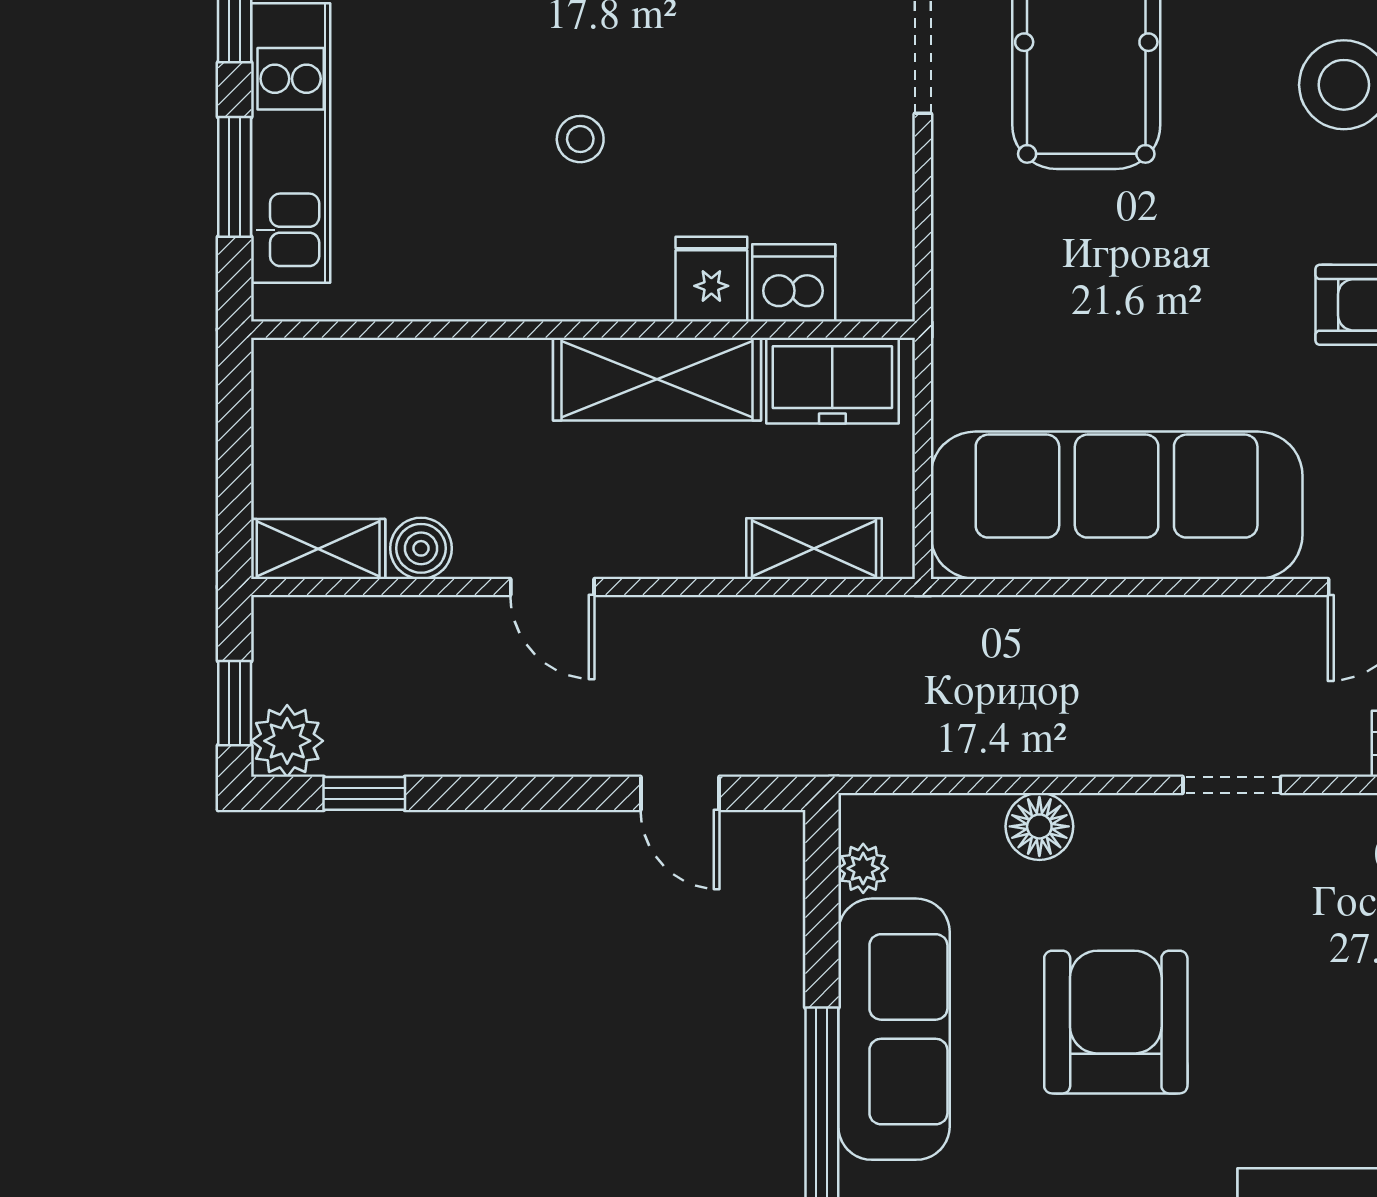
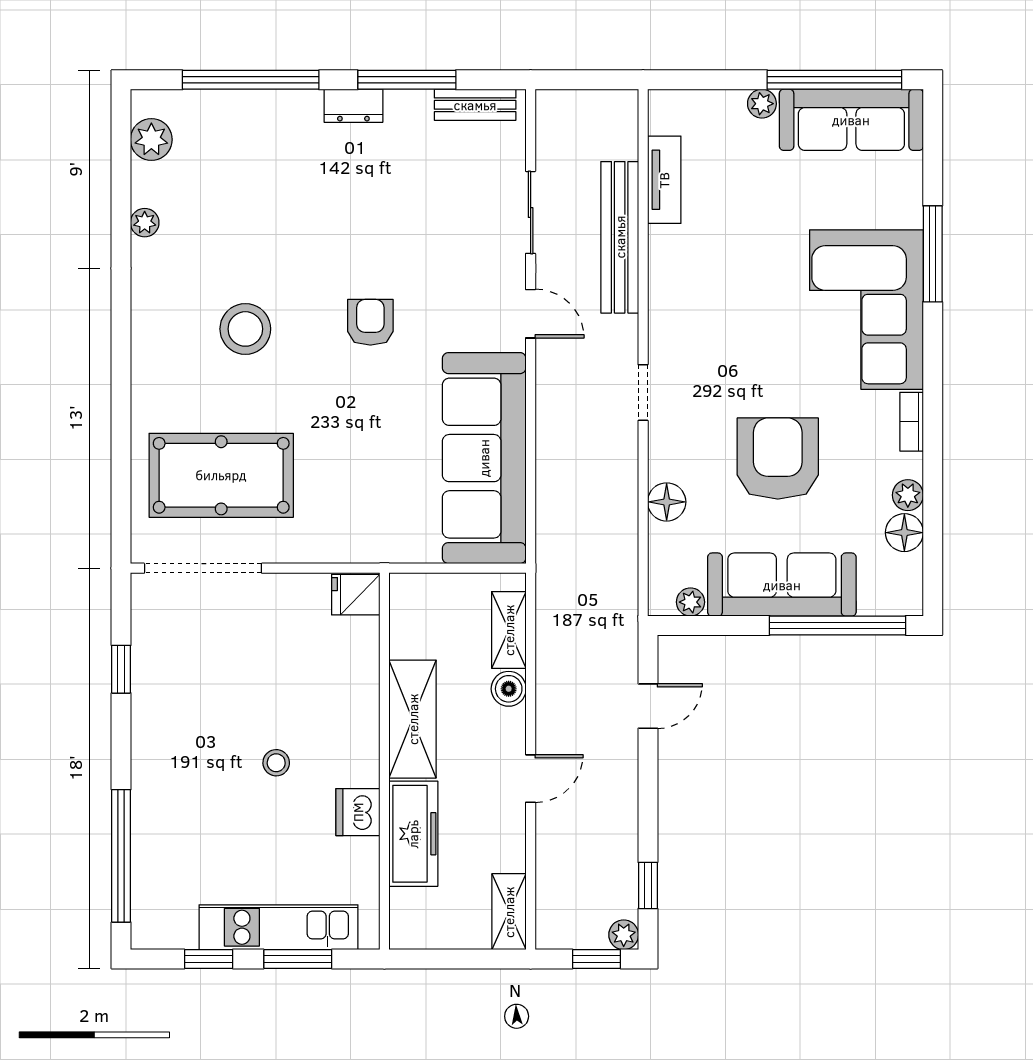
fridge: (711, 279) -> (356, 595), moved
dishwasher: (794, 283) -> (358, 812), moved
freezer: (832, 381) -> (413, 834), moved, width x1.40
boiler: (421, 548) -> (509, 689), moved
plant: (287, 741) -> (624, 935), width x0.73, depth x0.73
armchair: (1116, 1022) -> (778, 459), turned 90

